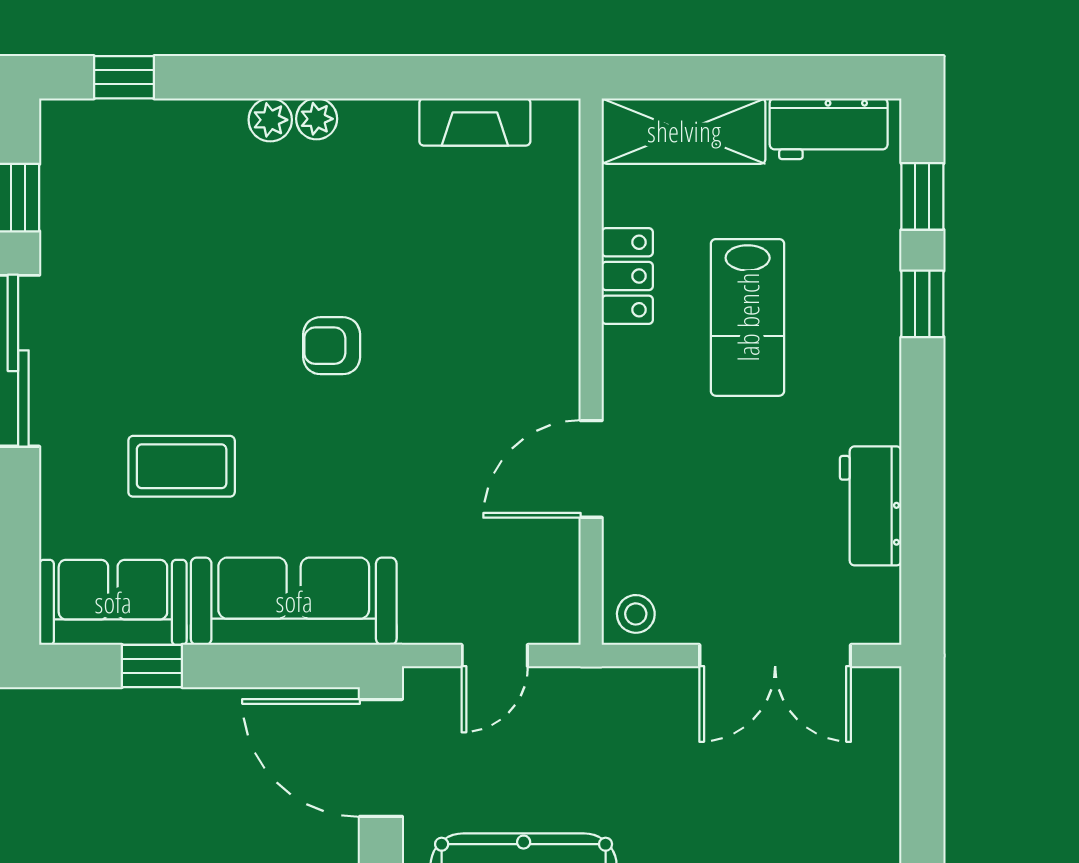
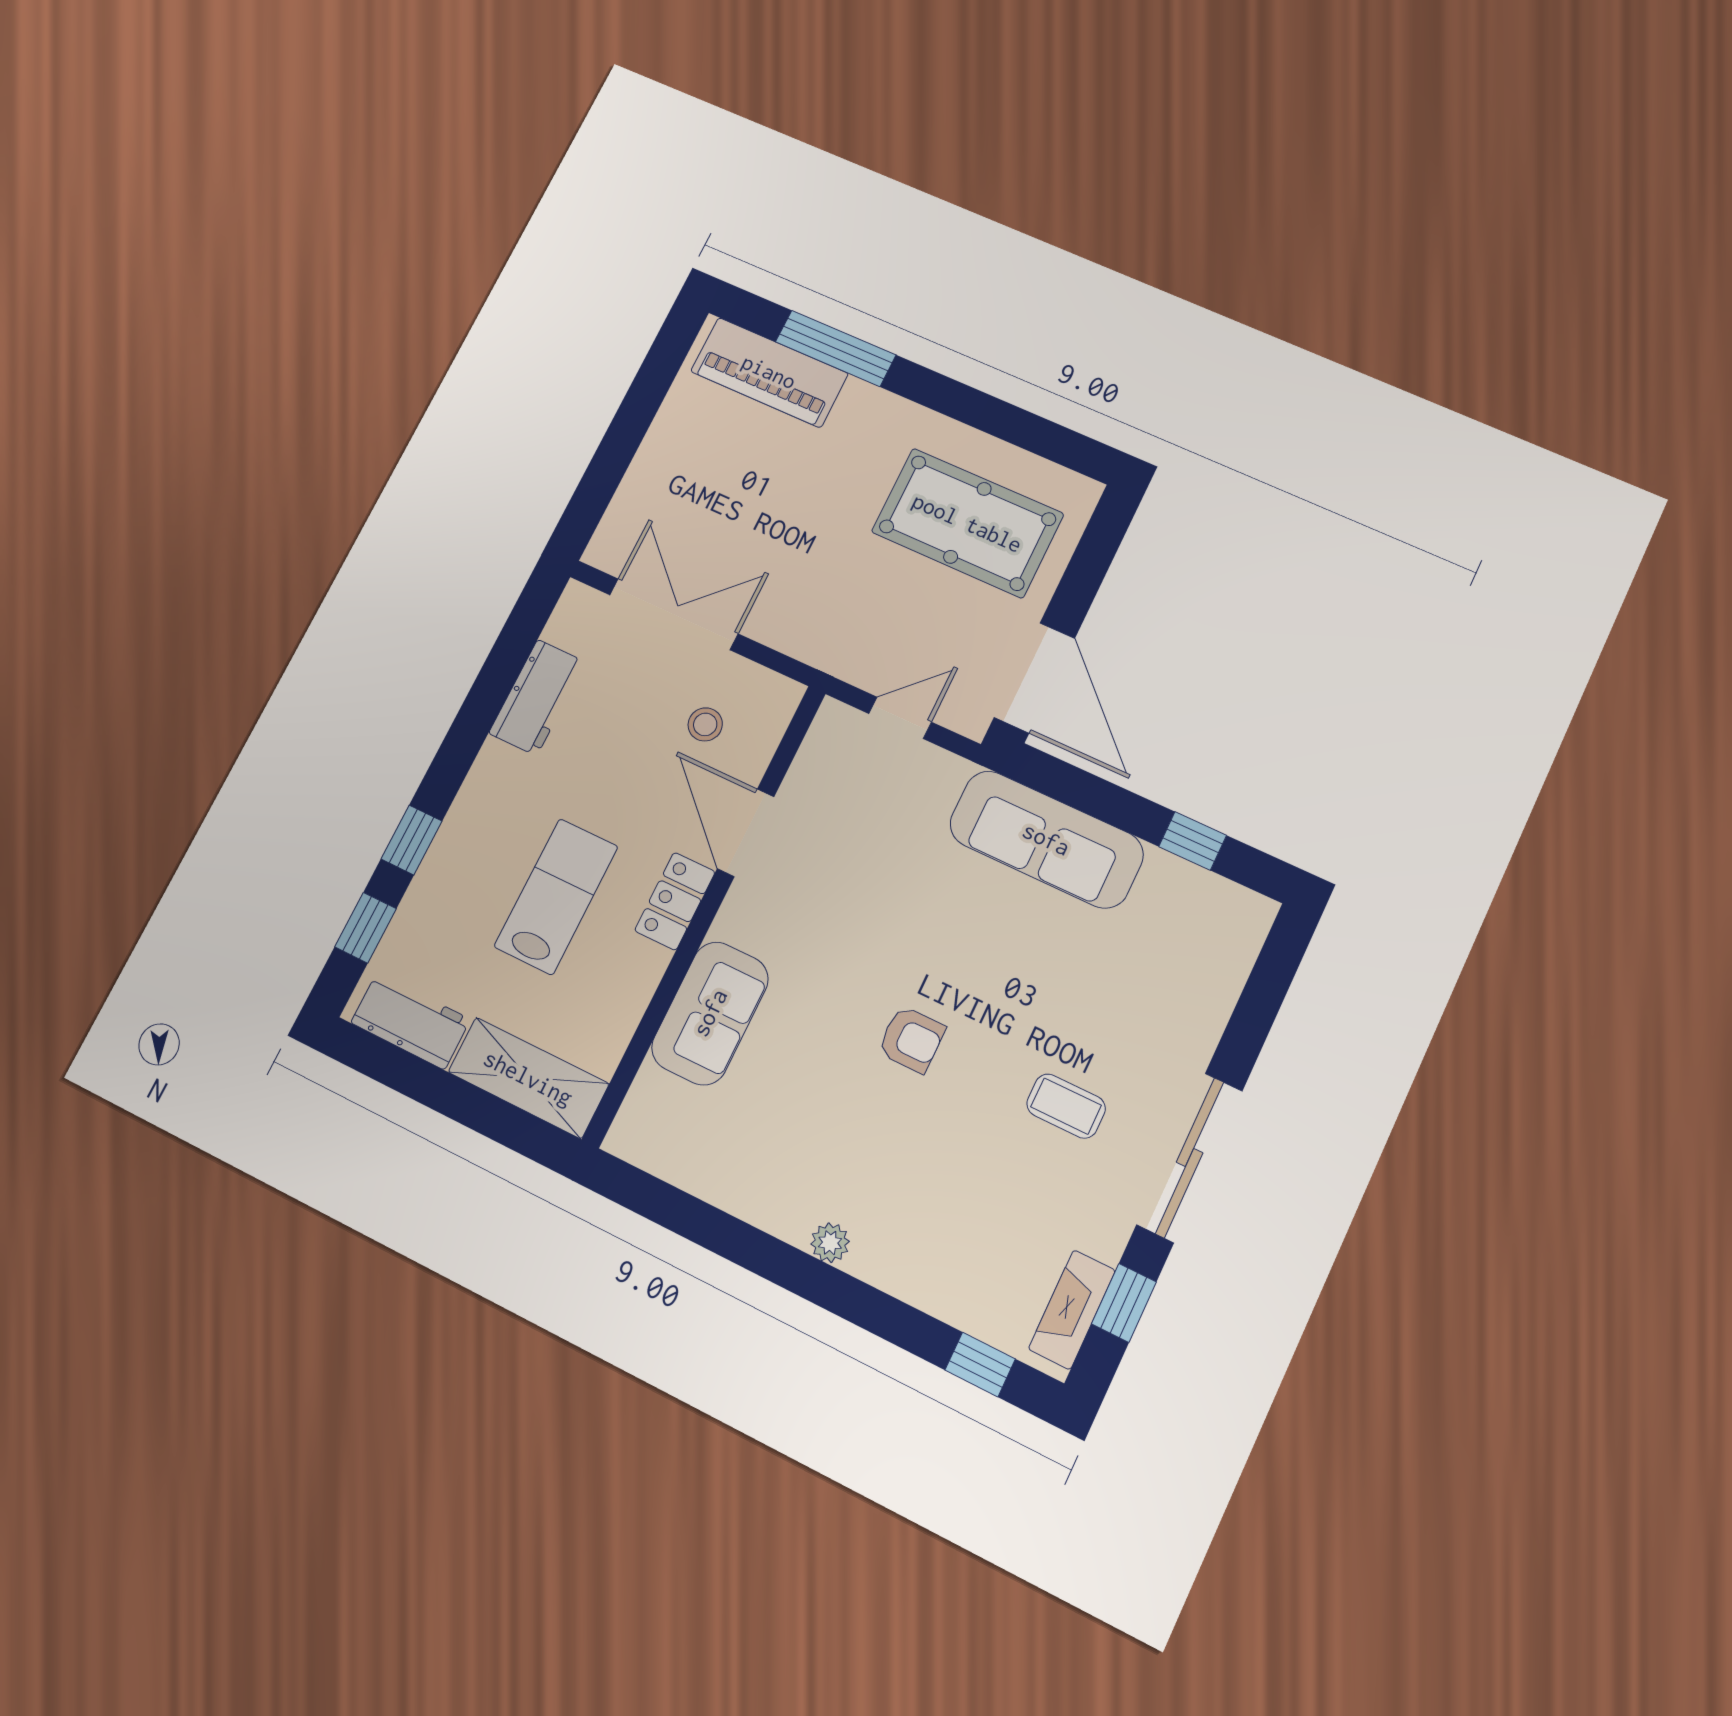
plant: (270, 120) -> (870, 1262), removed
fireplace: (475, 122) -> (1072, 1310), moved, turned -90
locker: (627, 276) -> (675, 901), moved
coffee table: (182, 466) -> (1066, 1106), moved, width x0.73, depth x0.77
door: (591, 469) -> (746, 833), swing flipped
sofa: (113, 602) -> (710, 1013), moved, turned -90
stool: (636, 614) -> (705, 724), moved

